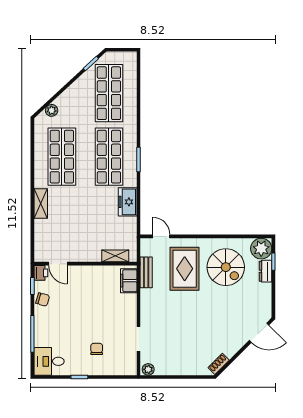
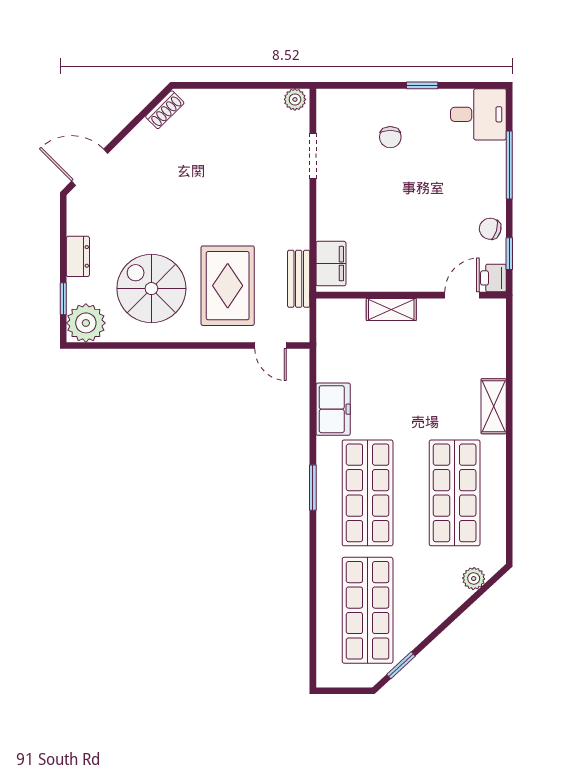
shelving: (115, 256) -> (391, 309), moved
door: (58, 264) -> (462, 295), hinge flipped
dresser: (266, 271) -> (78, 256), moved

